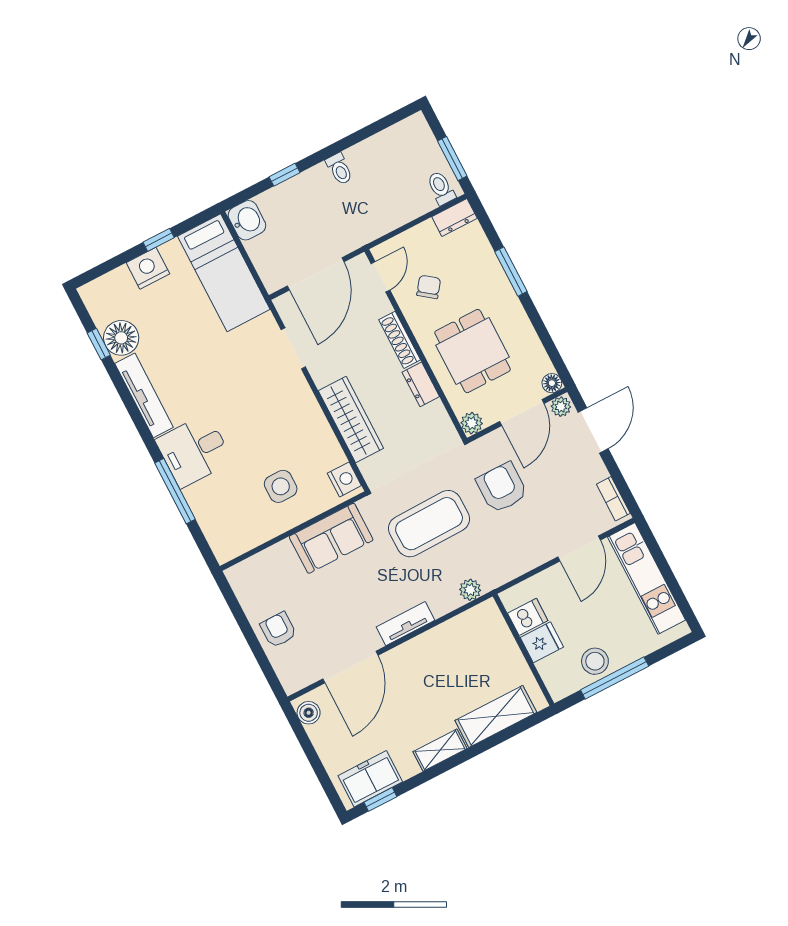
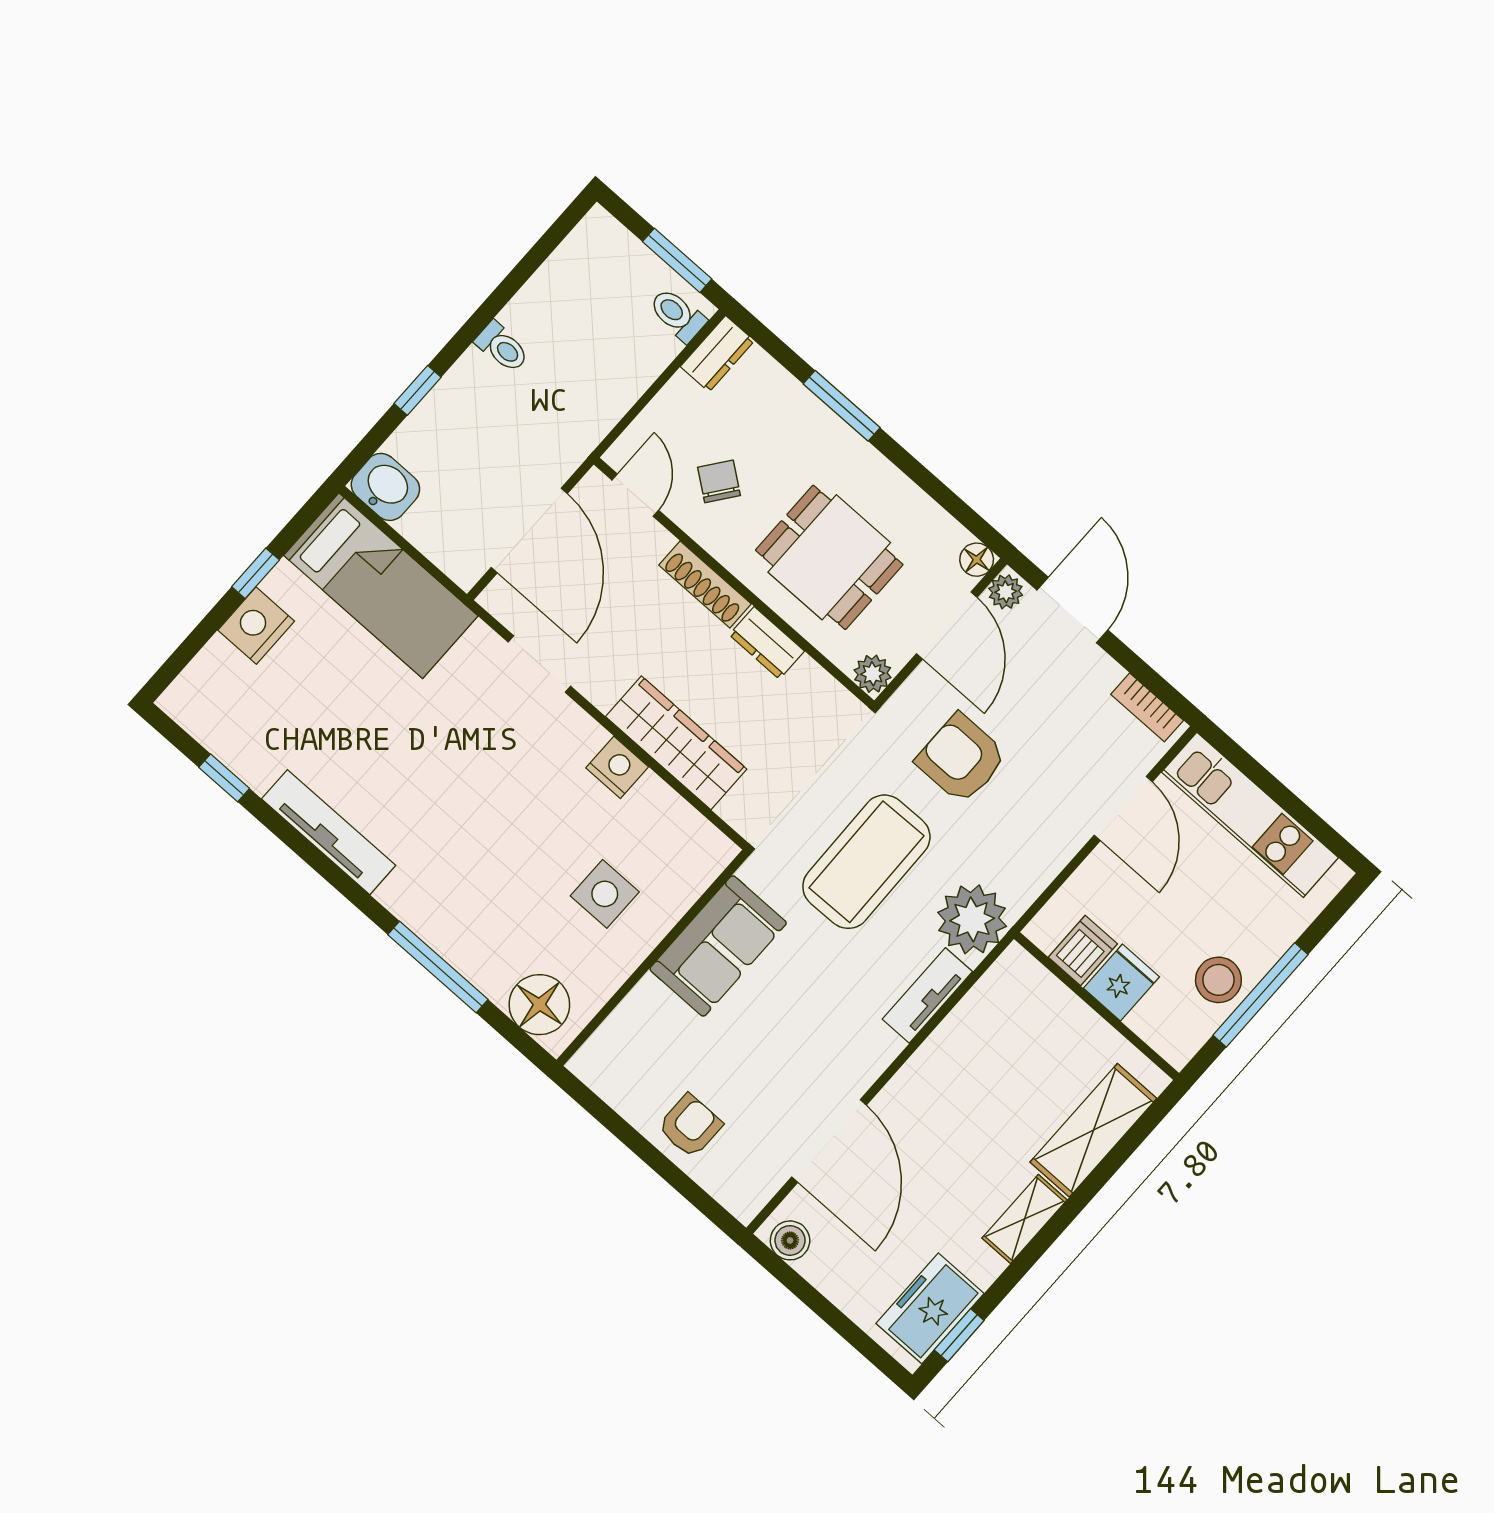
floor lamp: (121, 338) -> (539, 1005), moved
desk: (194, 451) -> (444, 890), removed
nightstand: (344, 479) -> (617, 767), moved
plant: (470, 590) -> (972, 919), width x1.88, depth x1.88
tv unit: (405, 624) -> (927, 995), moved
armchair: (278, 630) -> (690, 1126), turned 90

